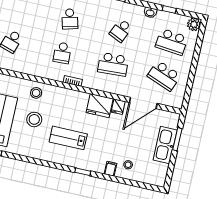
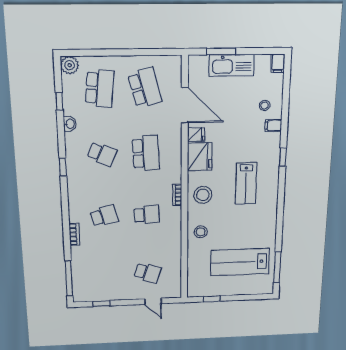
school desk: (164, 76) -> (145, 88), turned -36
stool: (34, 119) -> (203, 195), moved
filing cabinet: (158, 181) -> (278, 63), added

